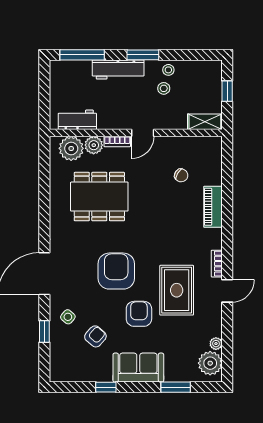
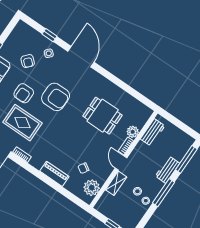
window: (143, 55) -> (164, 193), width x1.44
workbench: (118, 69) -> (167, 170), width x0.73
shelving: (205, 122) -> (116, 183), moved
plant: (71, 148) -> (92, 188), moved
dining table: (99, 197) -> (103, 116), width x0.73
armchair: (139, 314) -> (24, 93), turned 90

